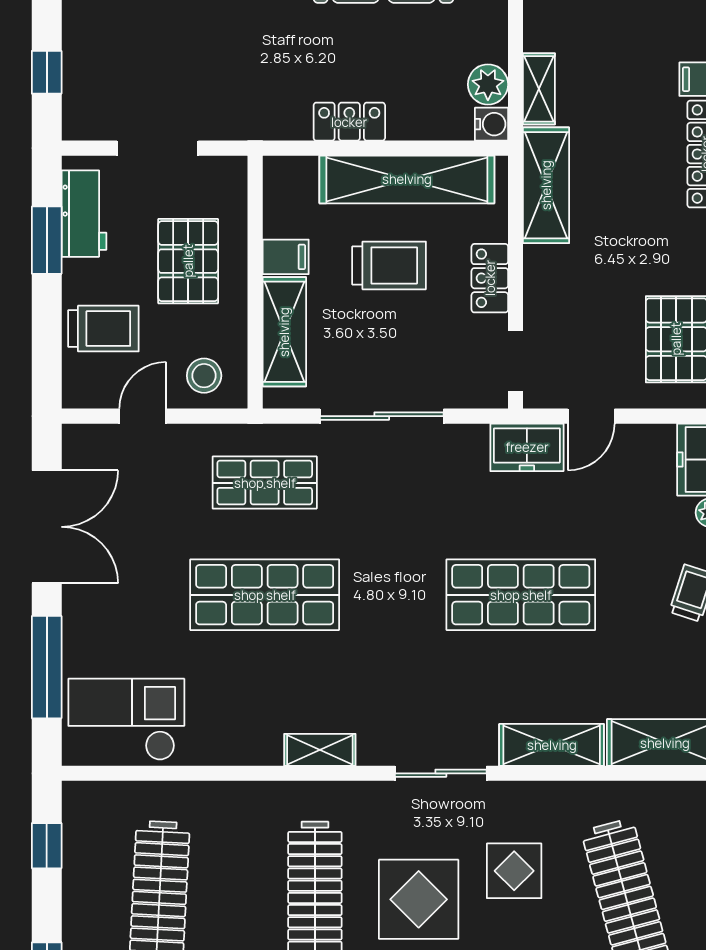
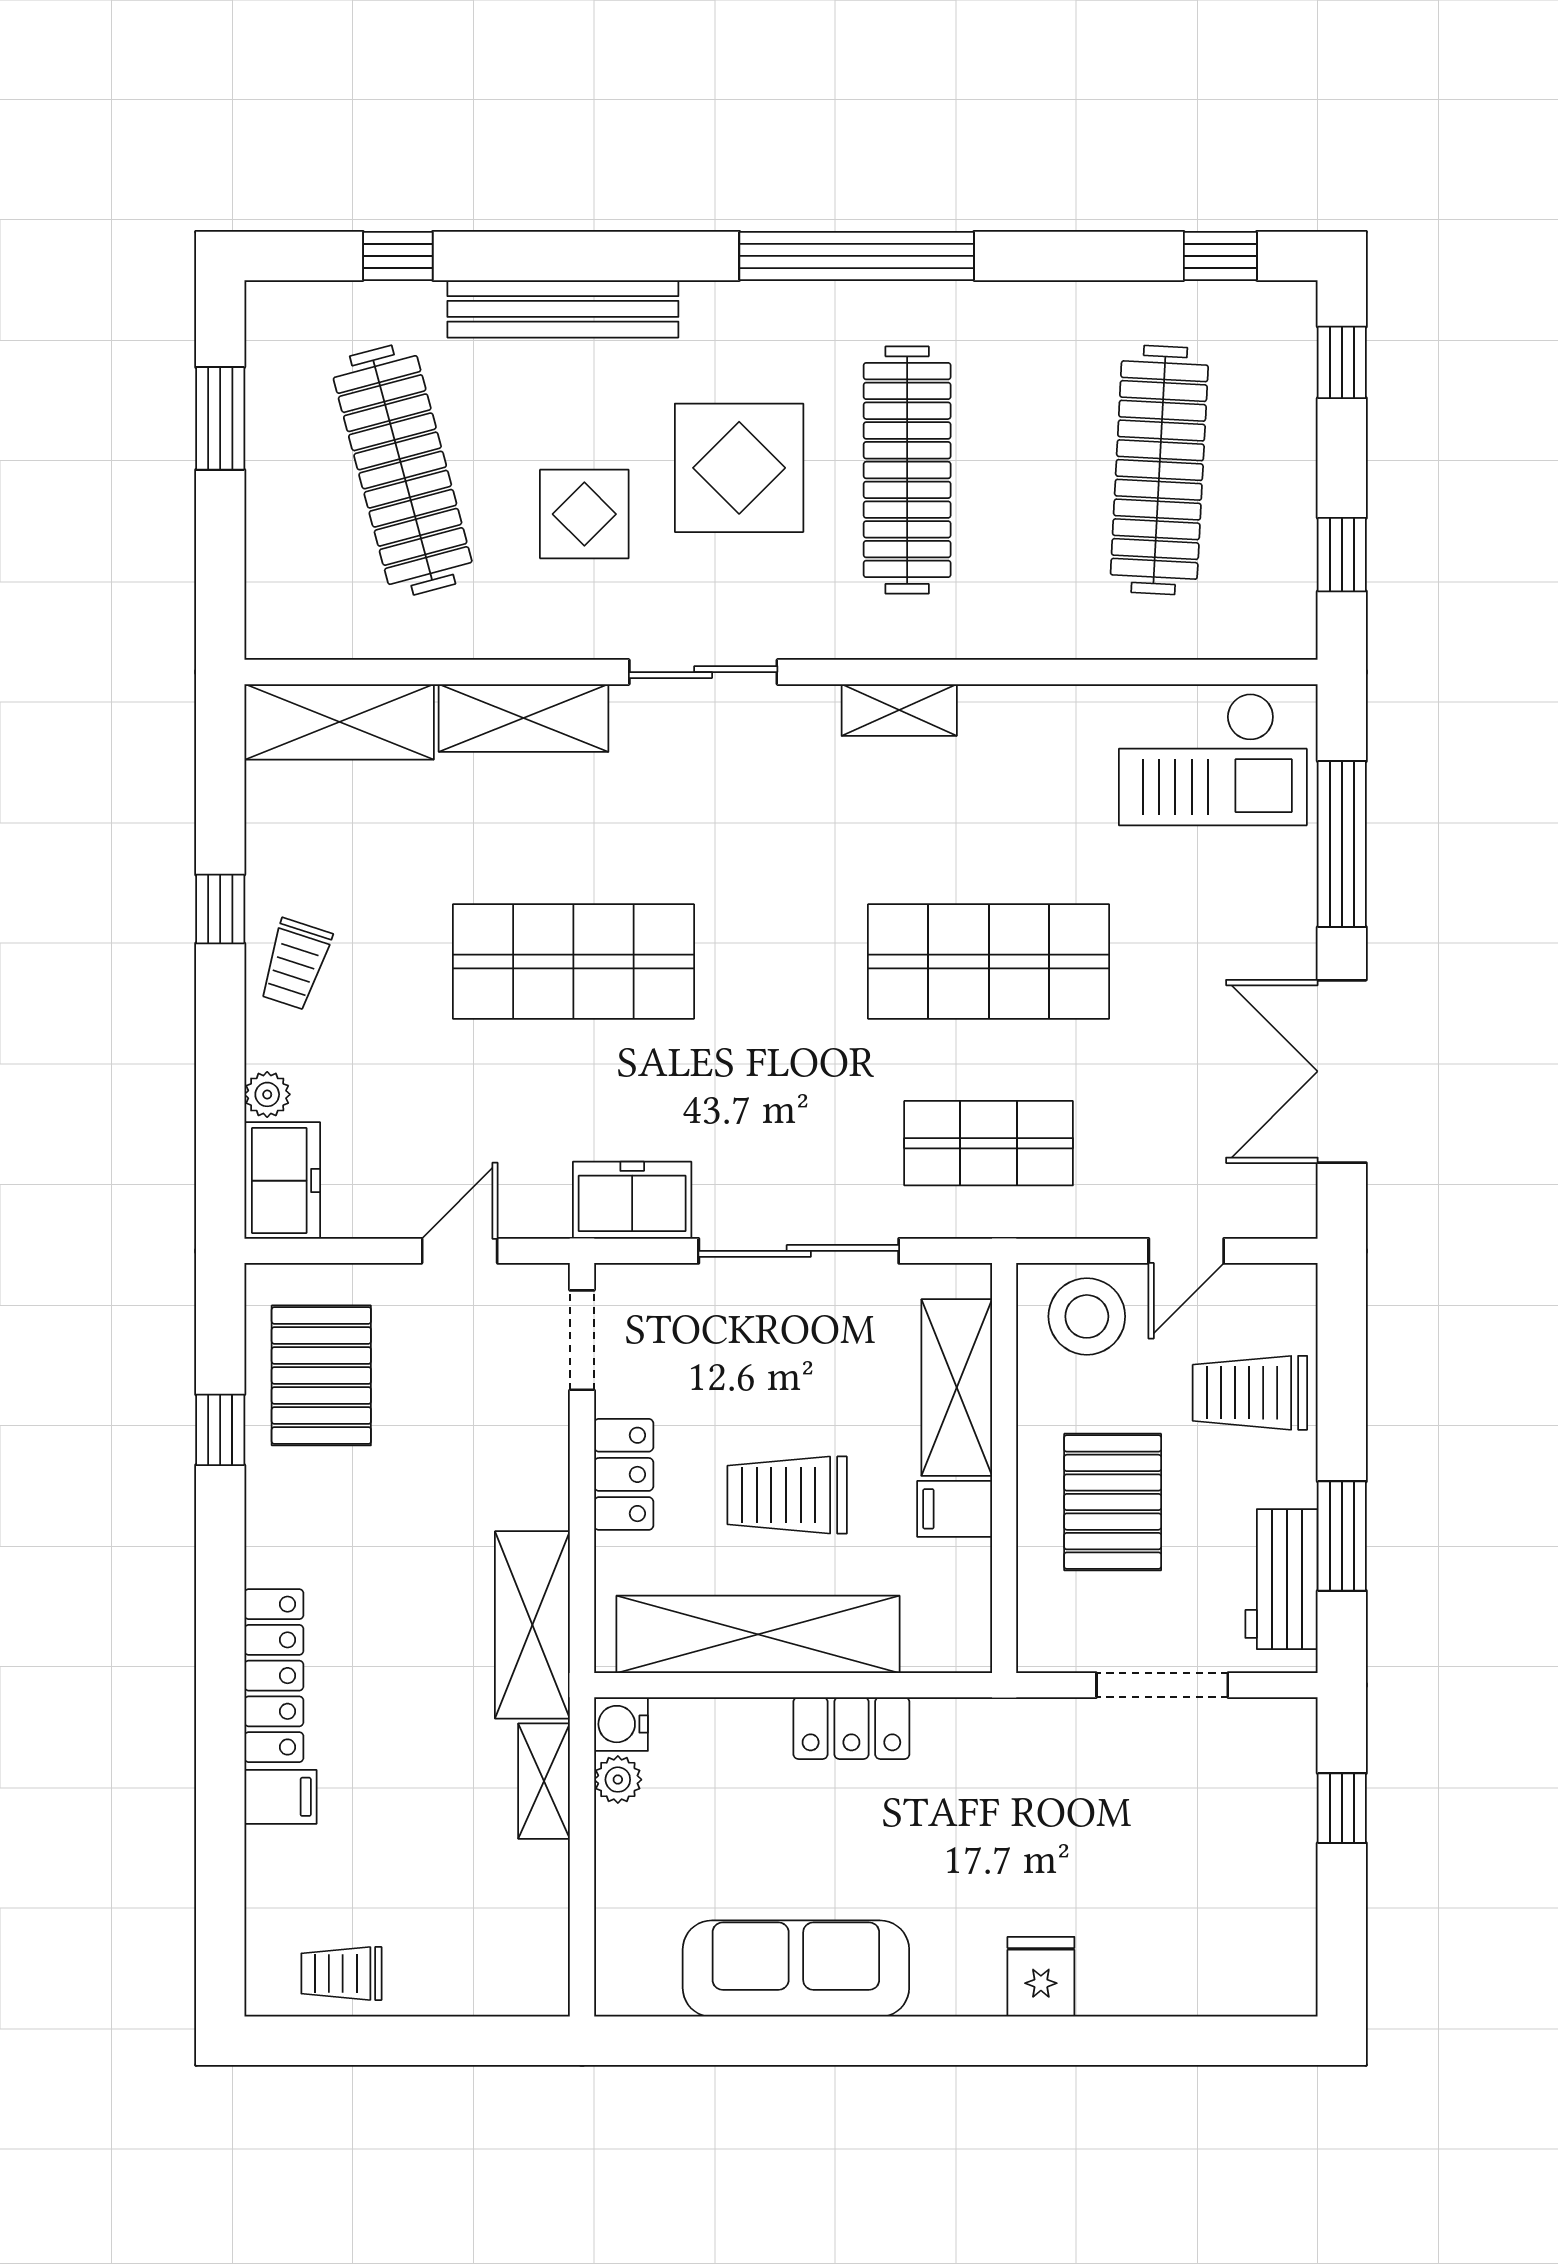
plant: (488, 84) -> (618, 1780), width x0.73, depth x0.73
stool: (204, 376) -> (1087, 1316), width x1.38, depth x1.38
freezer: (527, 447) -> (632, 1200), moved

